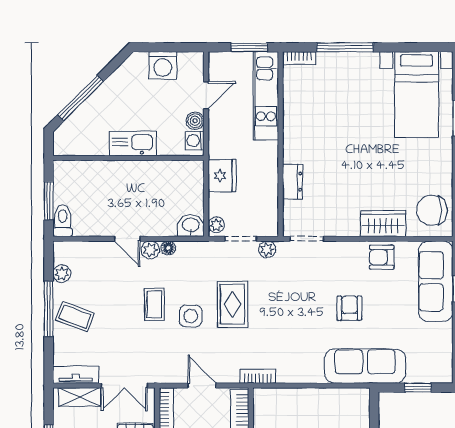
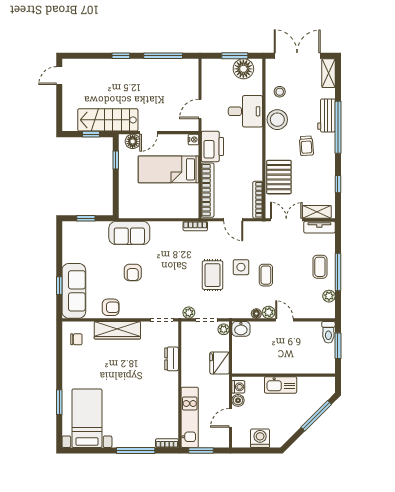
chair: (432, 210) -> (76, 339), width x0.54, depth x0.54
wardrobe: (383, 224) -> (117, 330), width x1.50
coffee table: (75, 317) -> (320, 267), turned 69
sofa: (365, 366) -> (129, 233), width x0.73

